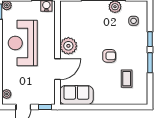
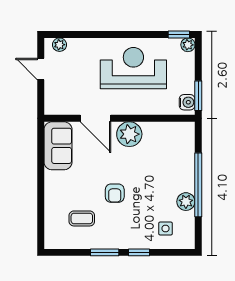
window: (45, 107) -> (41, 100), removed

